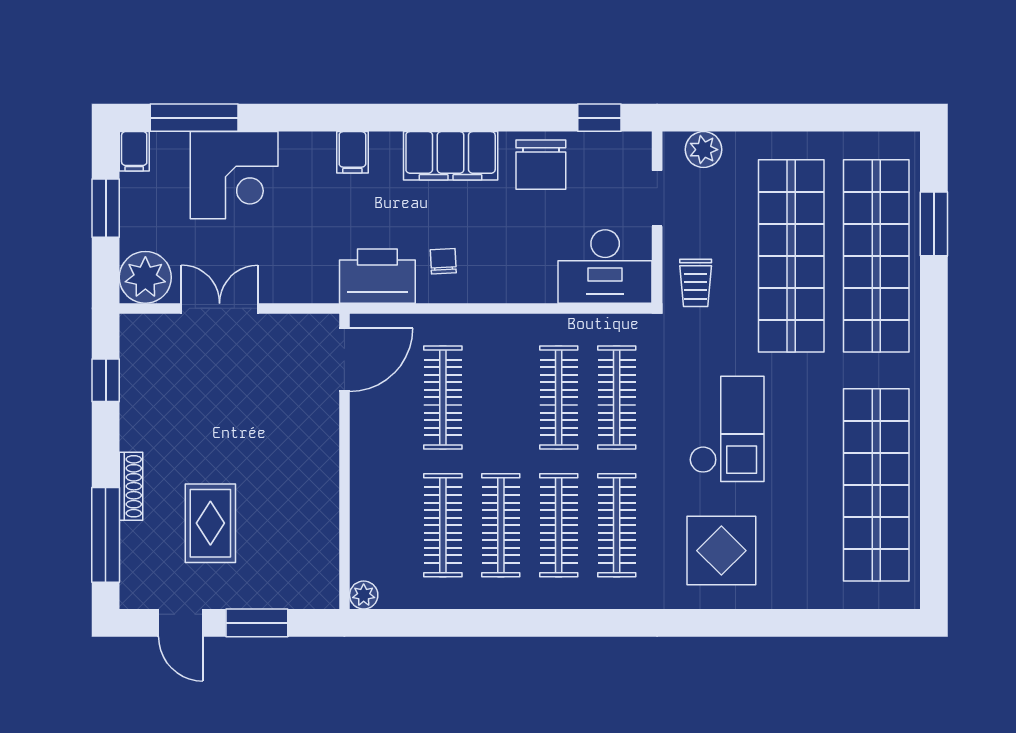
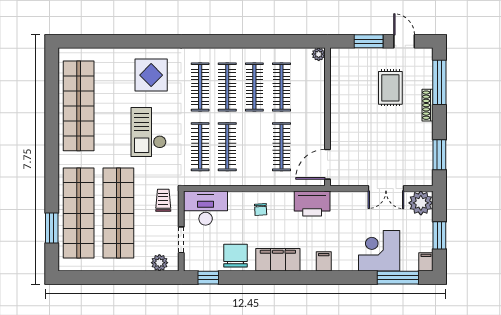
chair: (443, 261) -> (261, 209), moved
window: (106, 380) -> (439, 155), width x1.50

